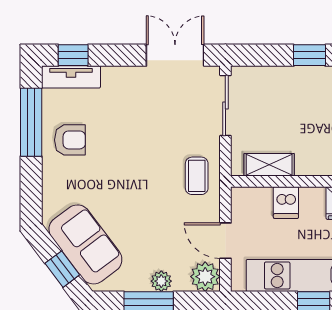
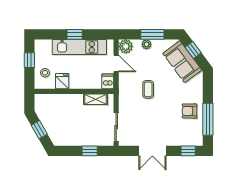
double door: (175, 55) -> (152, 151), moved
window: (310, 55) -> (90, 151), moved
tv unit: (71, 77) -> (189, 141), removed
coffee table: (197, 176) -> (148, 89), moved
dishwasher: (286, 203) -> (108, 81), moved

